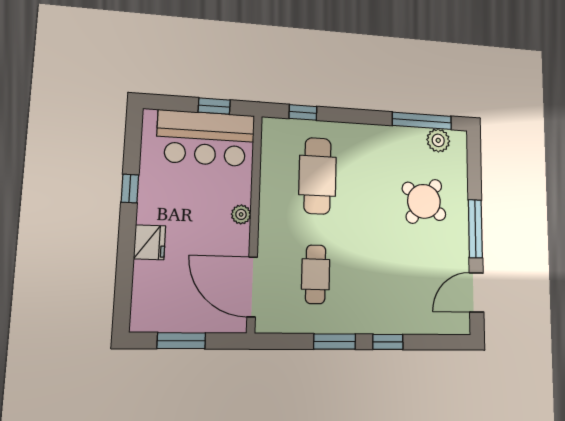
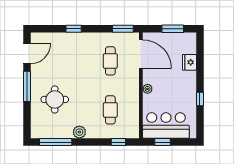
plant: (438, 140) -> (79, 132), moved
cafe table: (318, 176) -> (110, 110), width x0.73, depth x0.74
round table: (424, 201) -> (55, 99), turned -37
fridge: (150, 242) -> (189, 62), moved
window: (335, 342) -> (123, 29), moved

